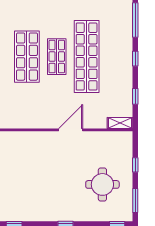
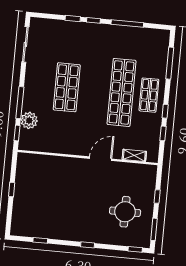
shop shelf: (57, 57) -> (149, 95), moved
window: (135, 59) -> (165, 111), moved
shelving: (120, 123) -> (134, 155), moved

